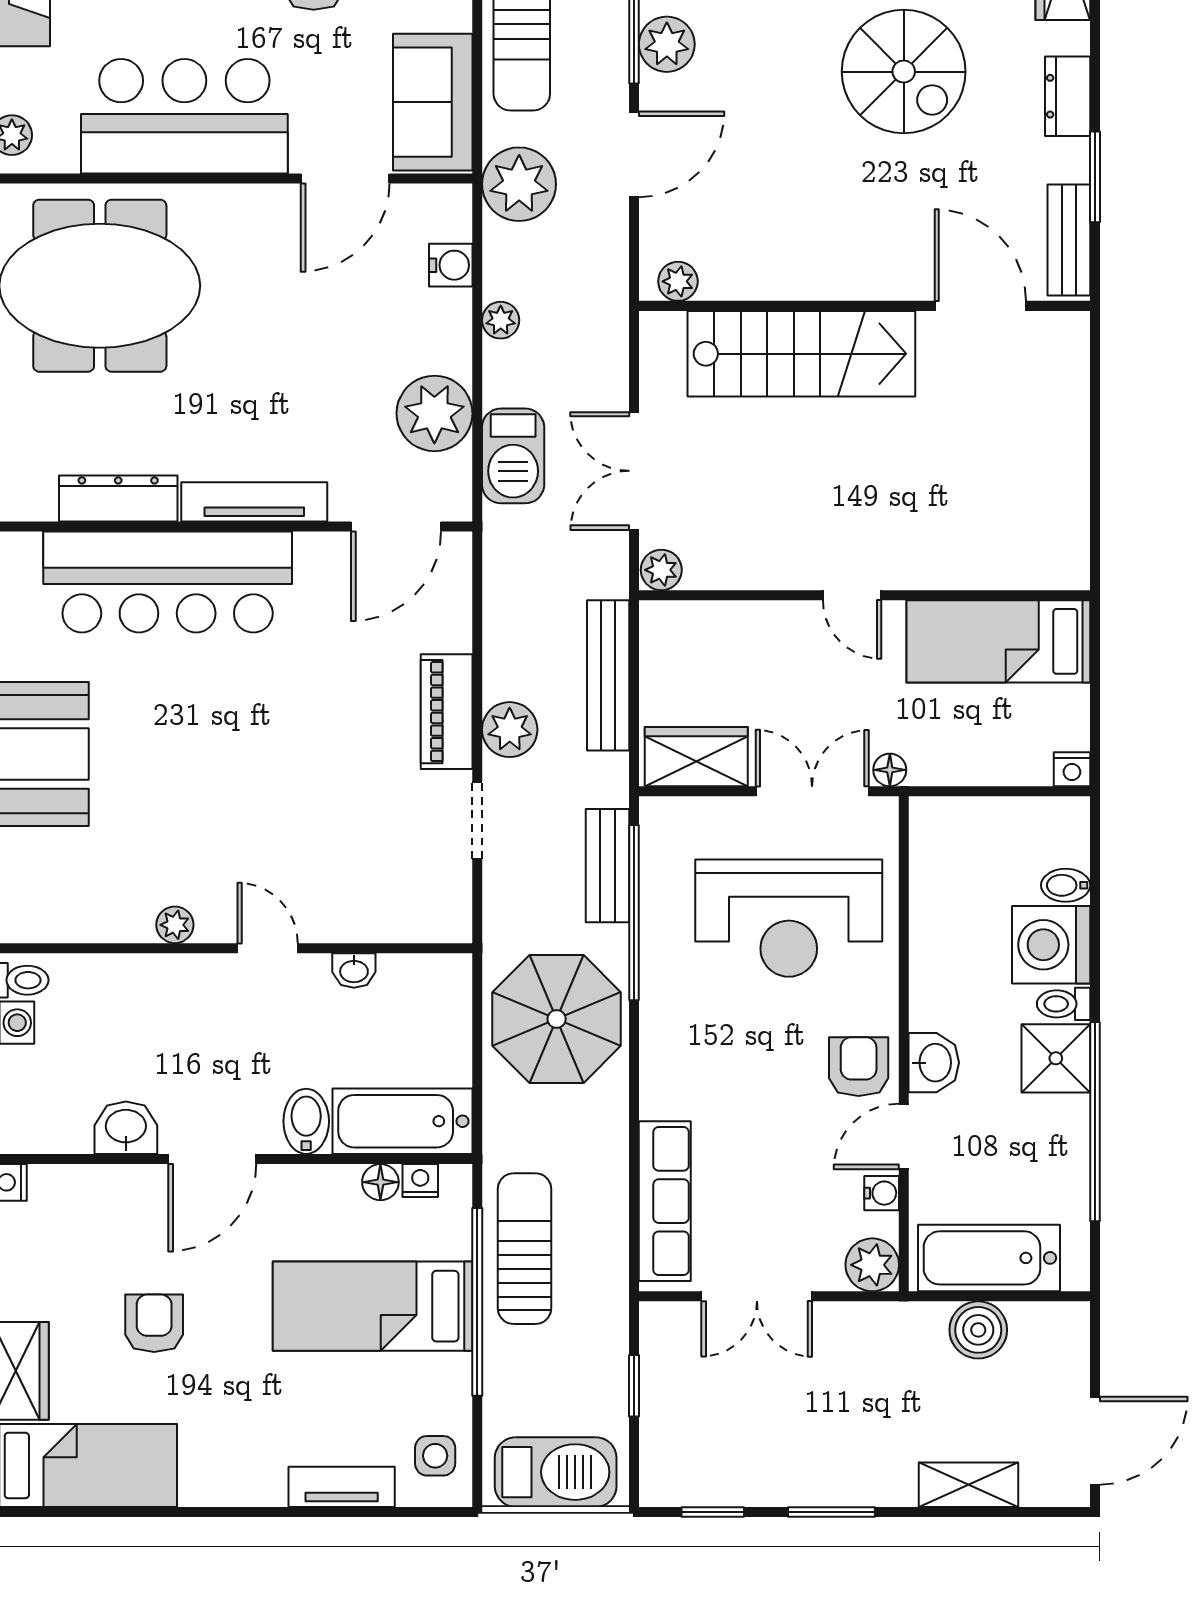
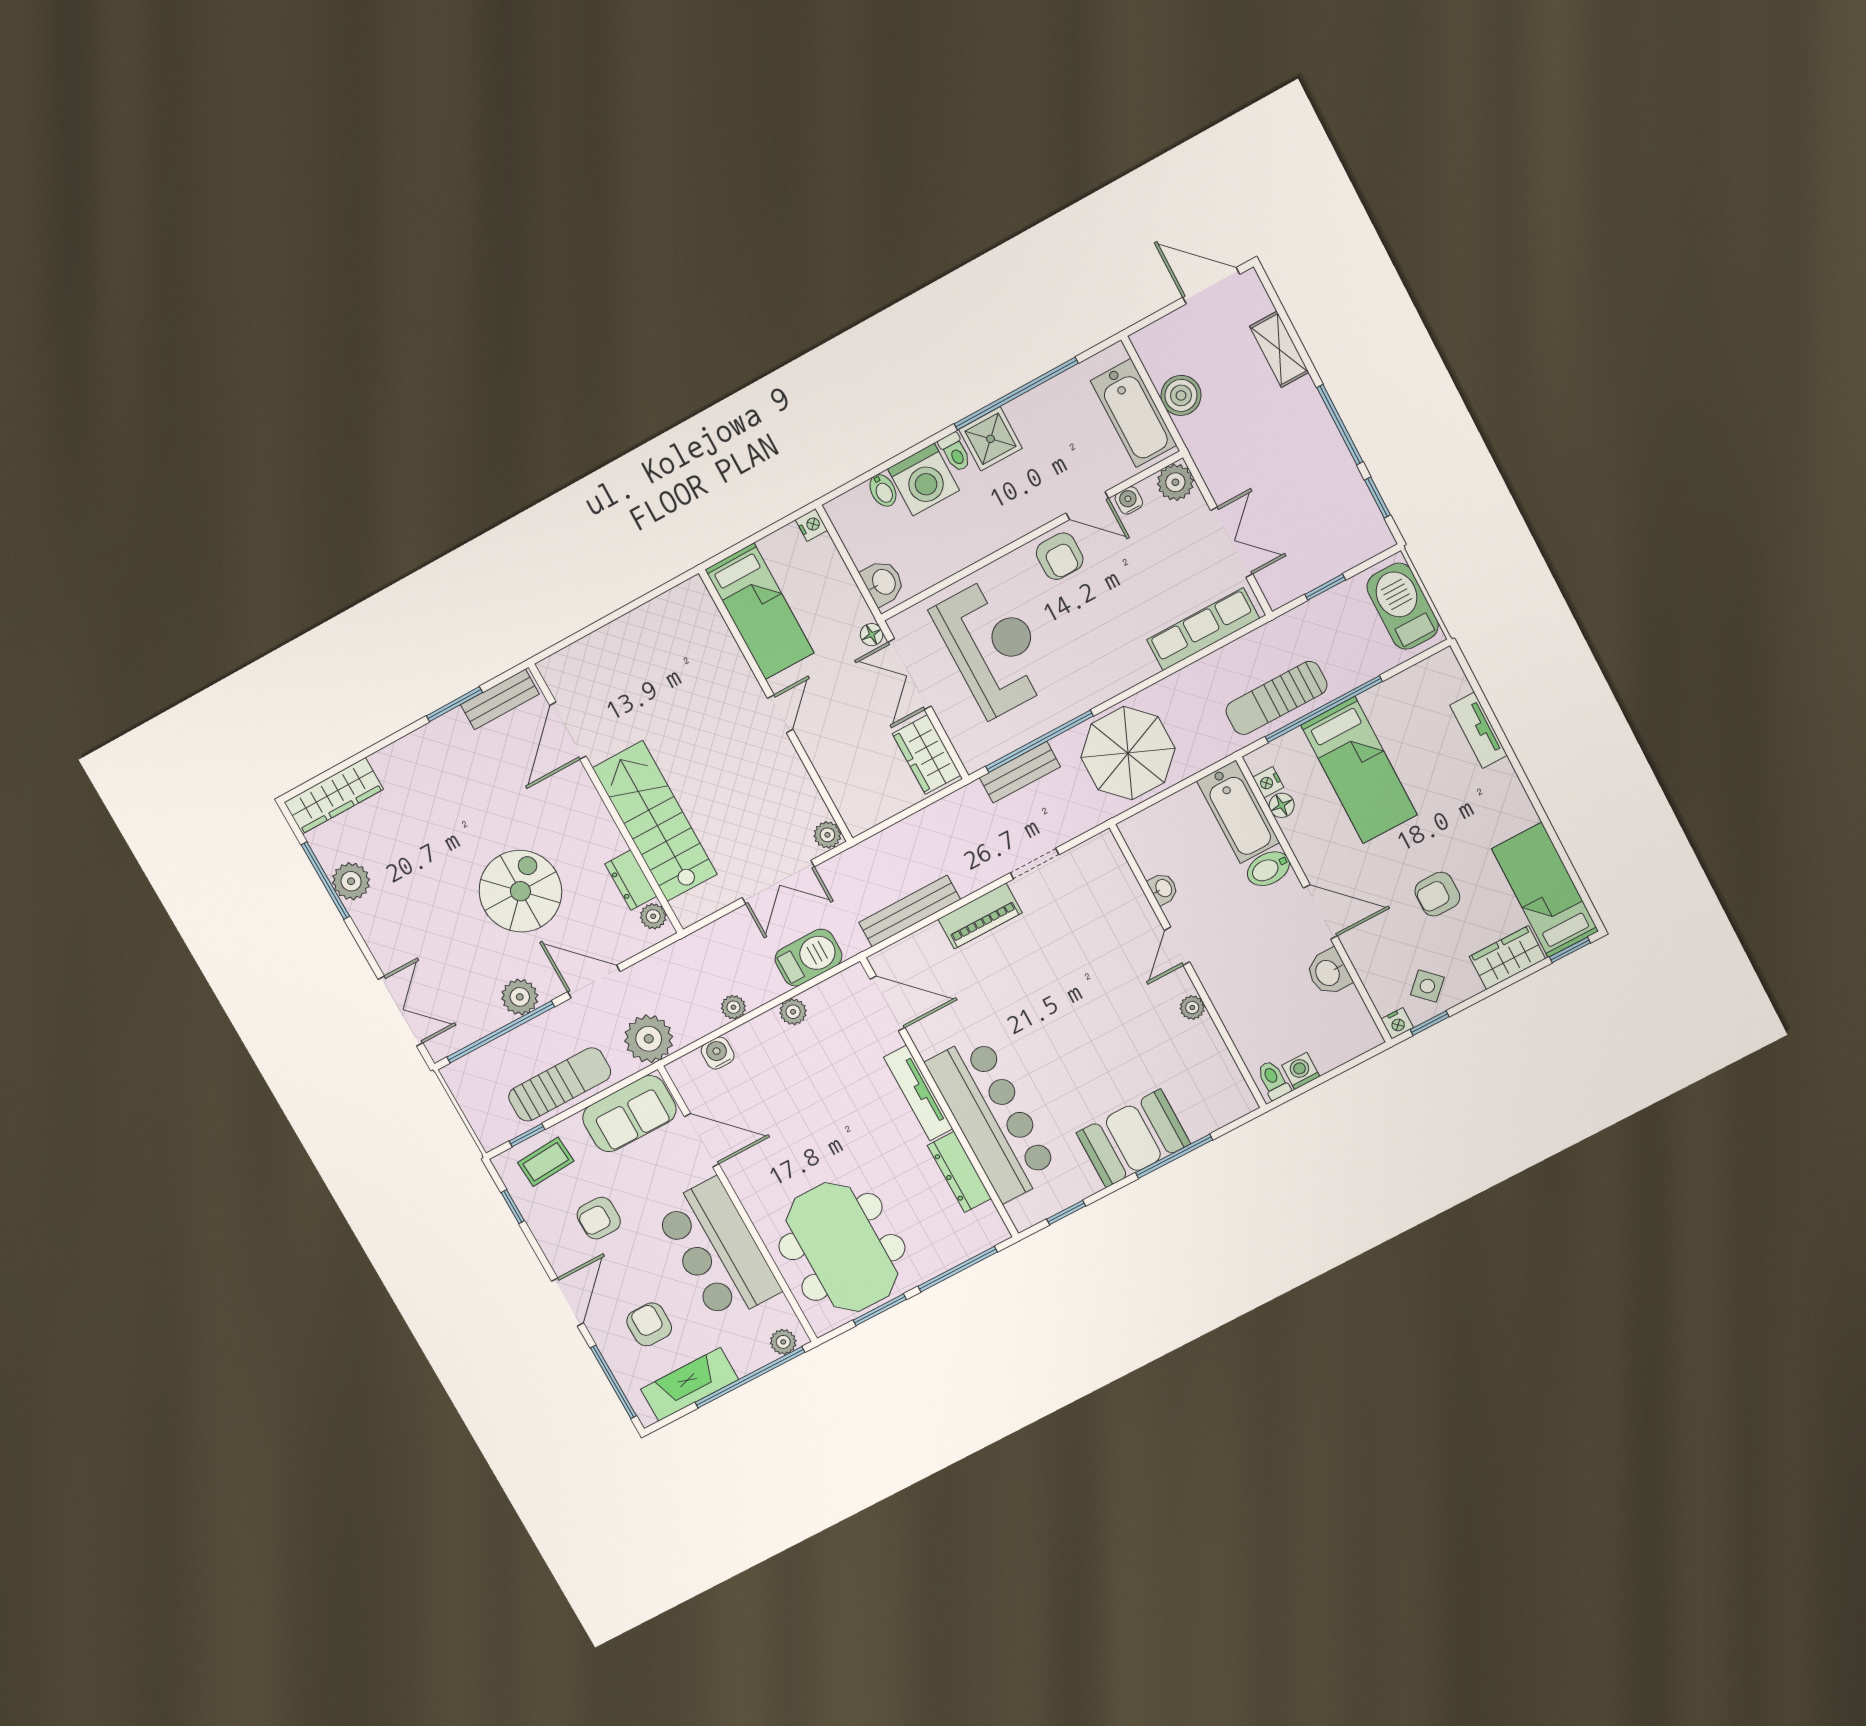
spiral stairs: (904, 72) -> (520, 891), moved
dresser: (1068, 96) -> (631, 880), moved, turned 90
plant: (434, 413) -> (793, 1012), width x0.53, depth x0.53
bench: (608, 675) -> (910, 911), moved
plant: (510, 730) -> (970, 873), removed
washbasin: (934, 1063) -> (883, 582), moved, turned 90
armchair: (859, 1067) -> (1060, 556), turned -90
side table: (435, 1456) -> (1427, 986), moved, turned 45
window: (831, 1512) -> (1340, 425), width x1.44

